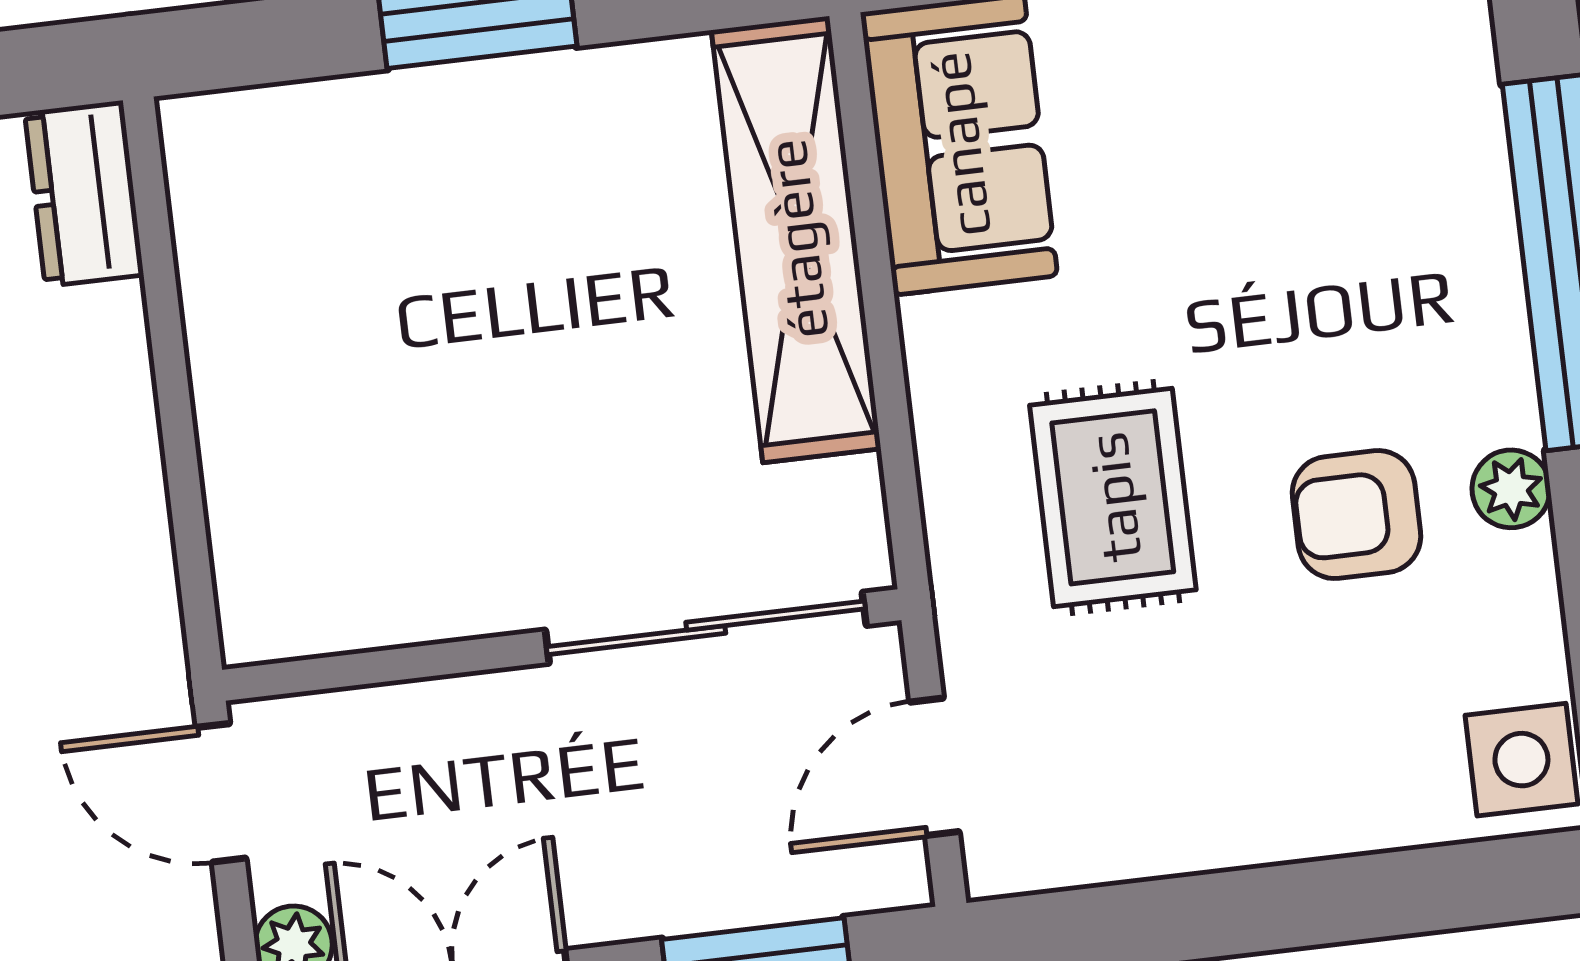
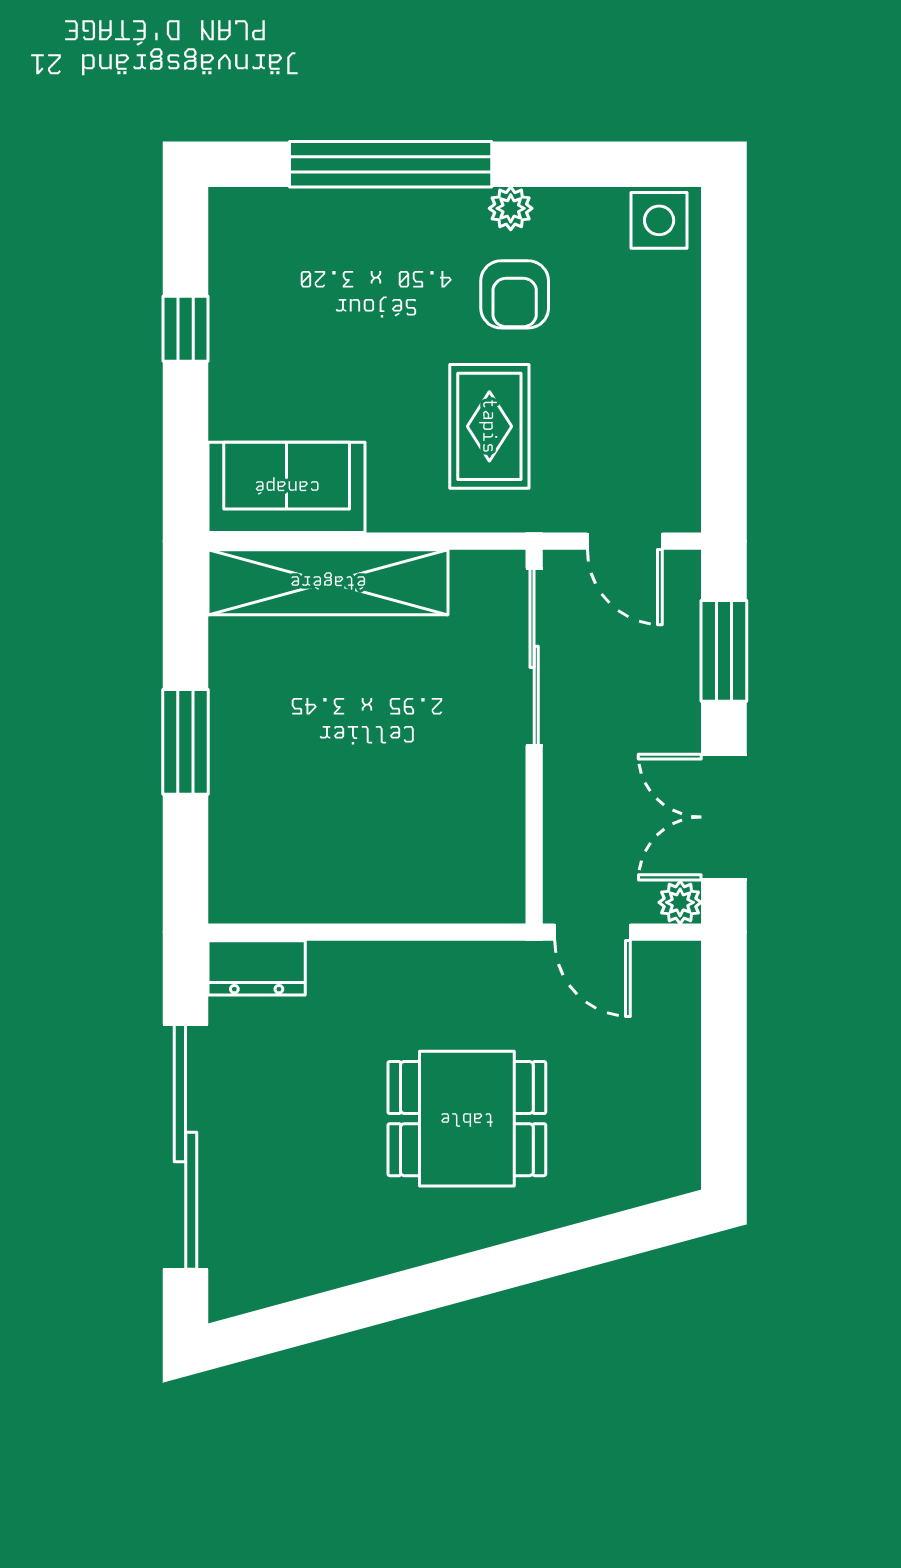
rug: (1113, 497) -> (489, 426), turned 90
door: (221, 793) -> (593, 932), hinge flipped

